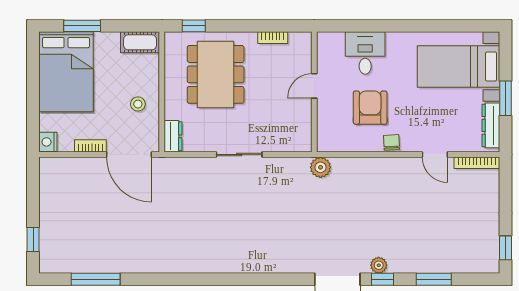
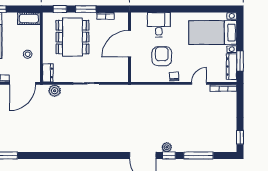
window: (239, 26) -> (86, 9), added
door: (314, 86) -> (129, 44), width x1.88
window: (506, 98) -> (240, 61), moved
door: (129, 155) -> (22, 83), hinge flipped
door: (435, 155) -> (199, 83), swing flipped
plant: (321, 167) -> (55, 91), moved
window: (434, 279) -> (198, 155), width x1.44

